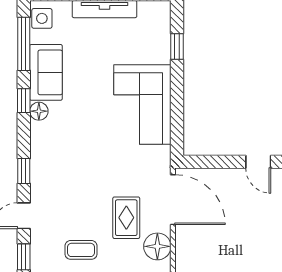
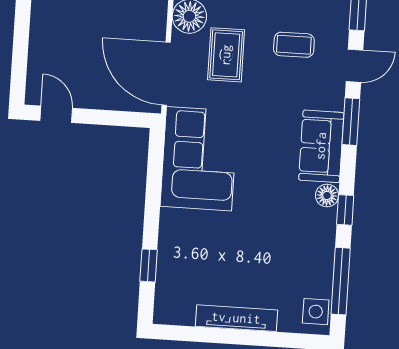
sofa: (46, 72) -> (321, 146), moved
corner sofa: (142, 104) -> (199, 159), moved
window: (24, 171) -> (351, 122), width x1.50
coffee table: (81, 250) -> (294, 45), moved

